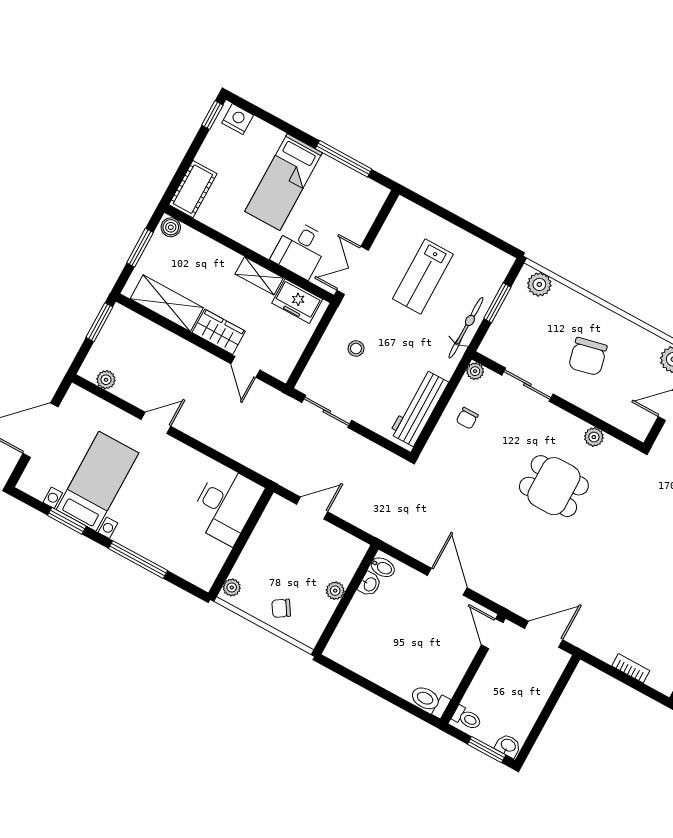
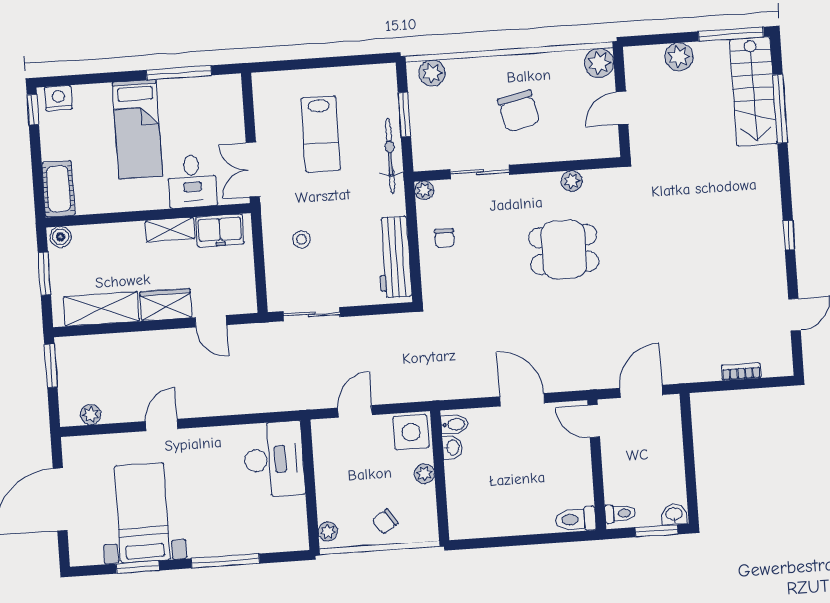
side table: (345, 552) -> (411, 432), added

